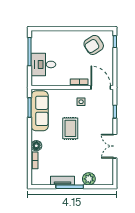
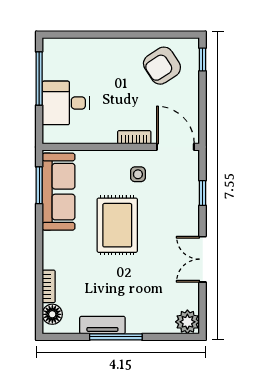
rug: (70, 128) -> (117, 225), width x1.36, depth x1.43
floor lamp: (36, 146) -> (52, 314), moved
plant: (89, 179) -> (187, 322), moved

